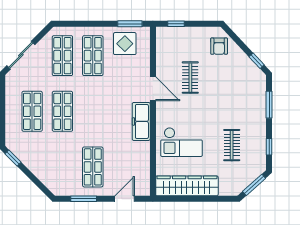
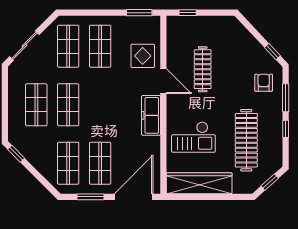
display table: (125, 44) -> (143, 56), moved
armchair: (219, 46) -> (264, 83), moved, turned 180
clothes rail: (190, 78) -> (203, 69), width x1.36
clothes rail: (232, 145) -> (246, 140), width x1.86, depth x1.31
window: (269, 147) -> (286, 129), moved
shop shelf: (62, 167) -> (68, 163), added
window: (254, 185) -> (270, 182), width x0.67
door: (125, 199) -> (134, 197), width x1.88

